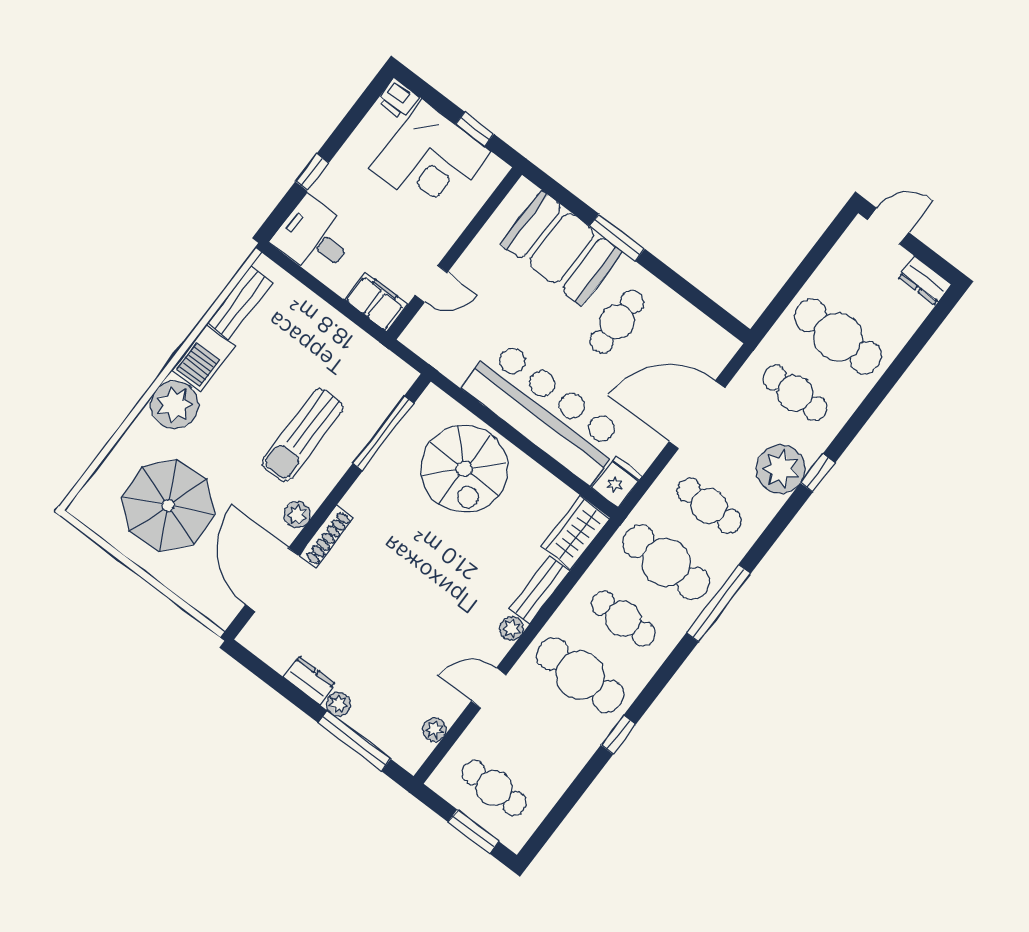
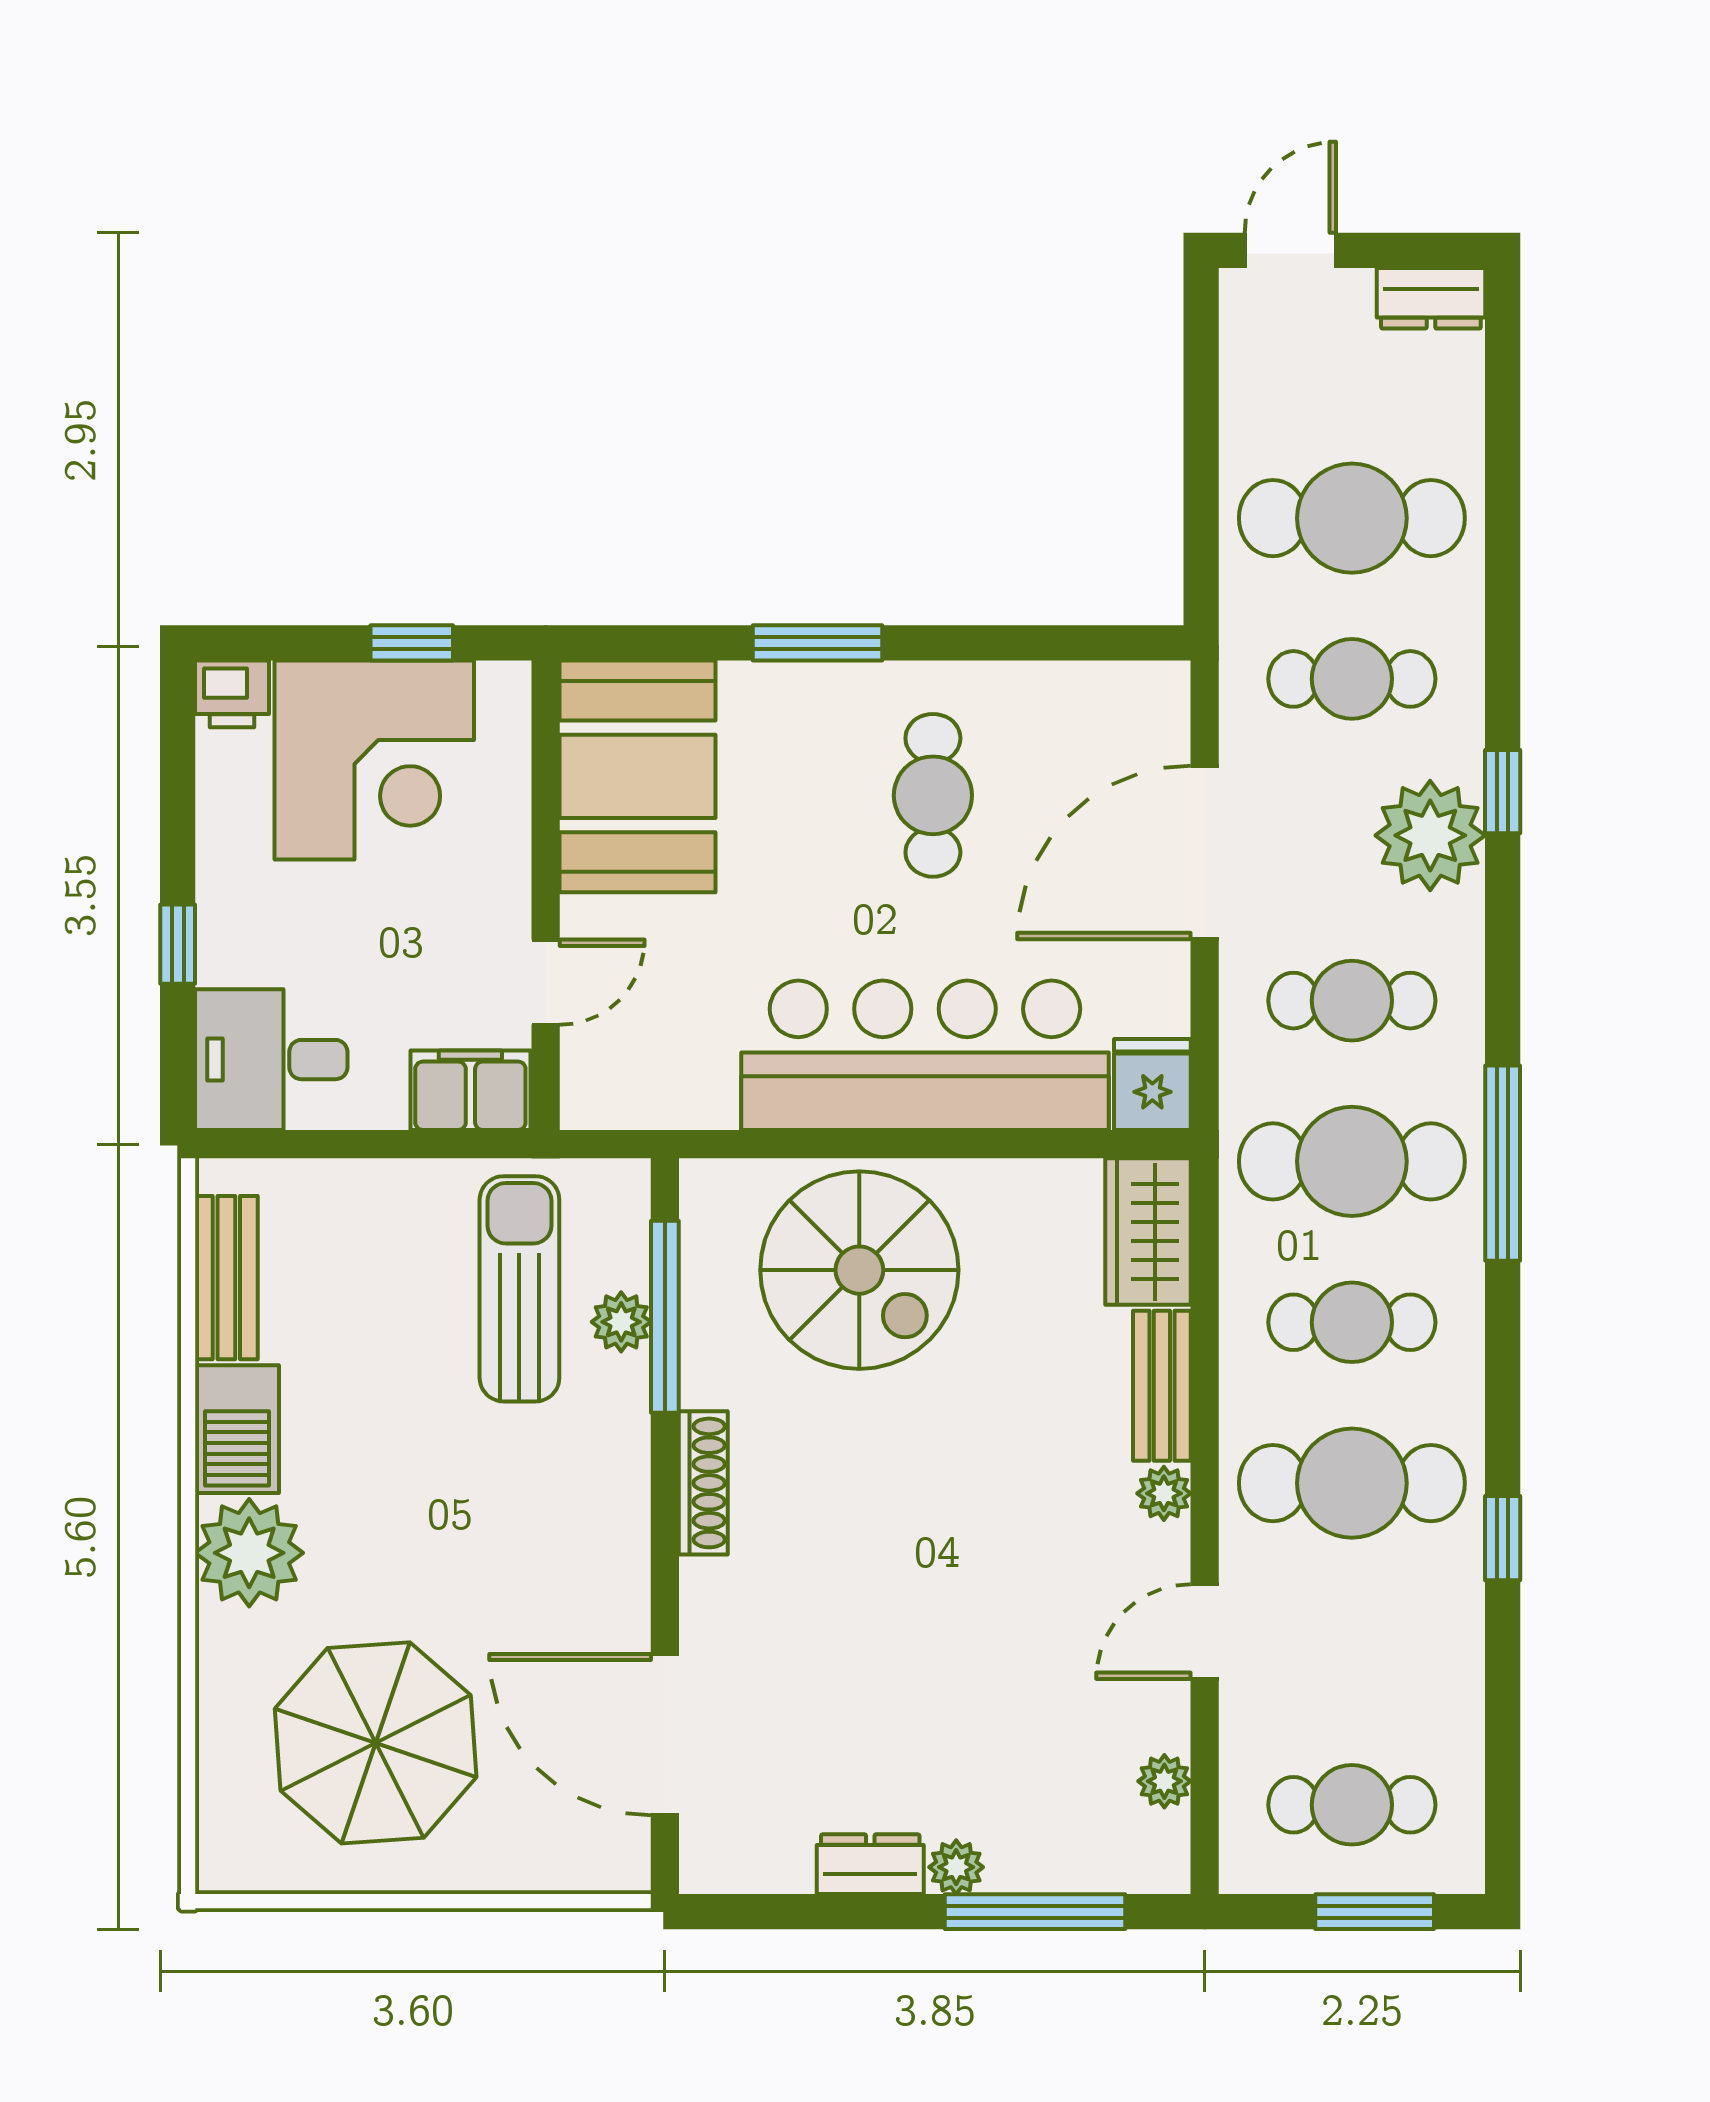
booth: (562, 248) -> (638, 776), moved, turned 90
sun lounger: (303, 435) -> (519, 1289), moved, turned 180
plant: (297, 515) -> (621, 1322), moved
shoe rack: (326, 536) -> (703, 1483), moved

